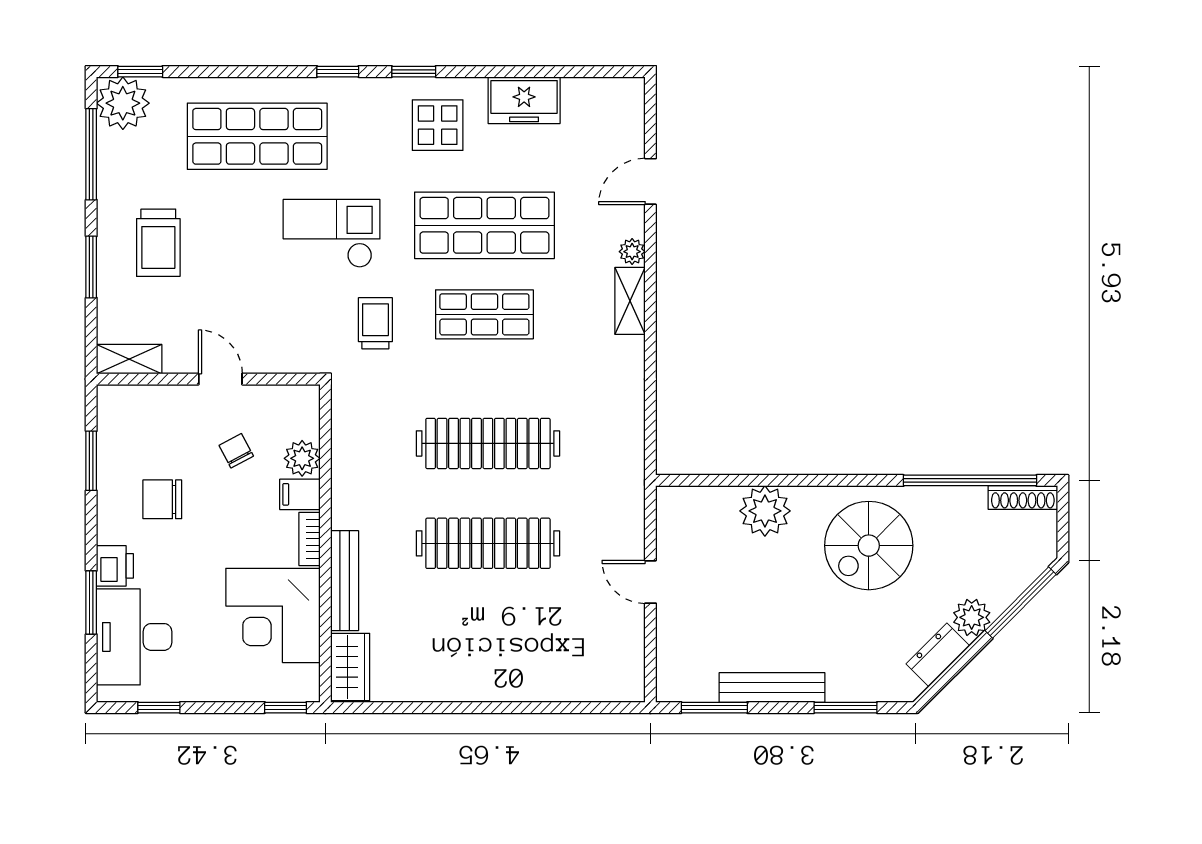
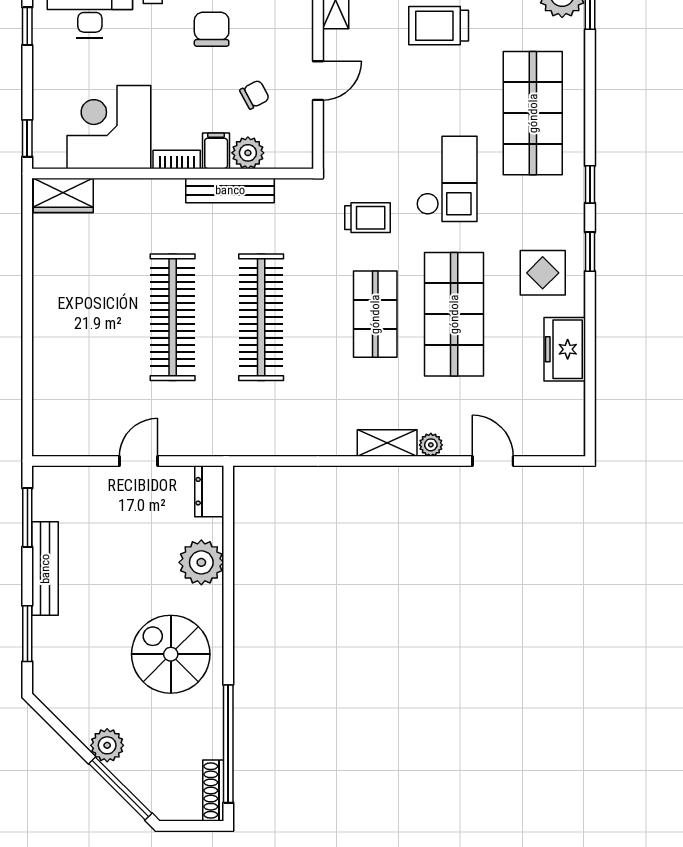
bench: (345, 581) -> (230, 190), moved
dresser: (938, 655) -> (209, 491), moved, turned -135

